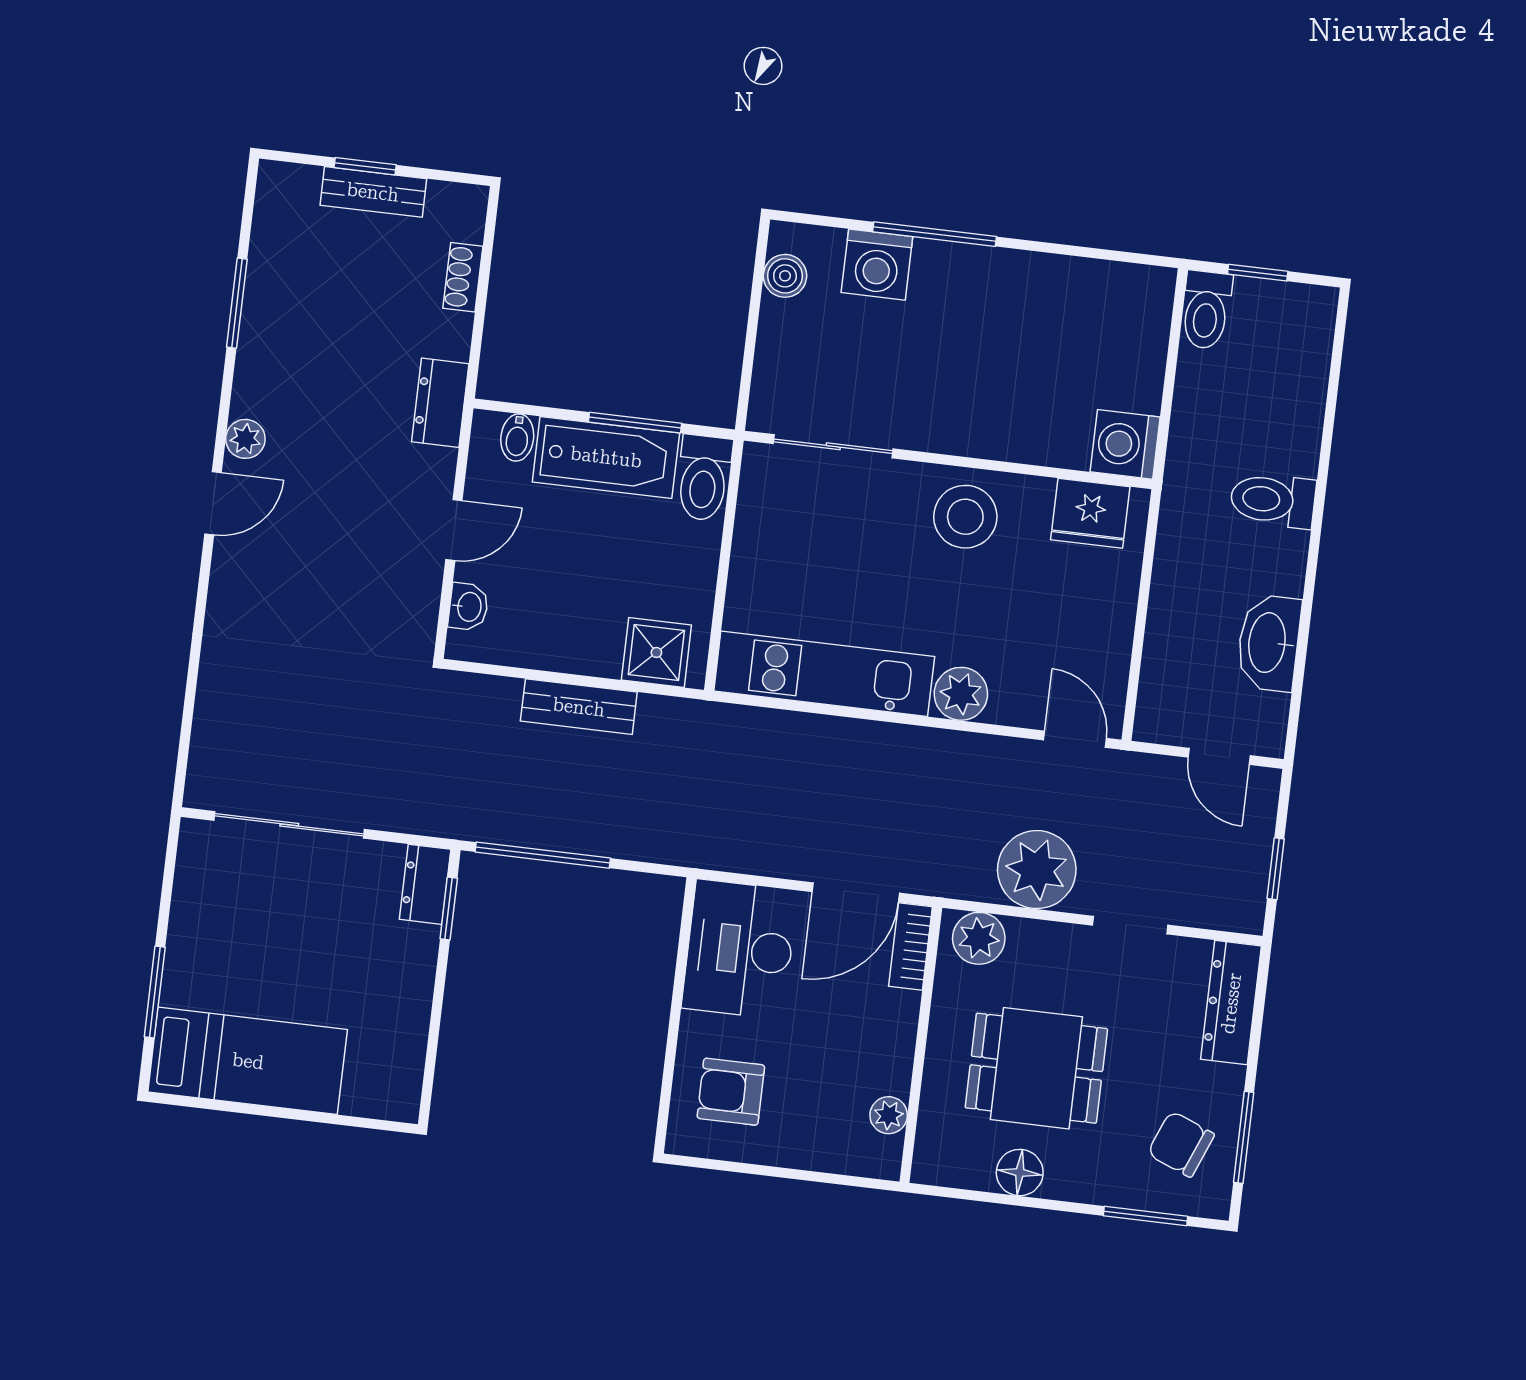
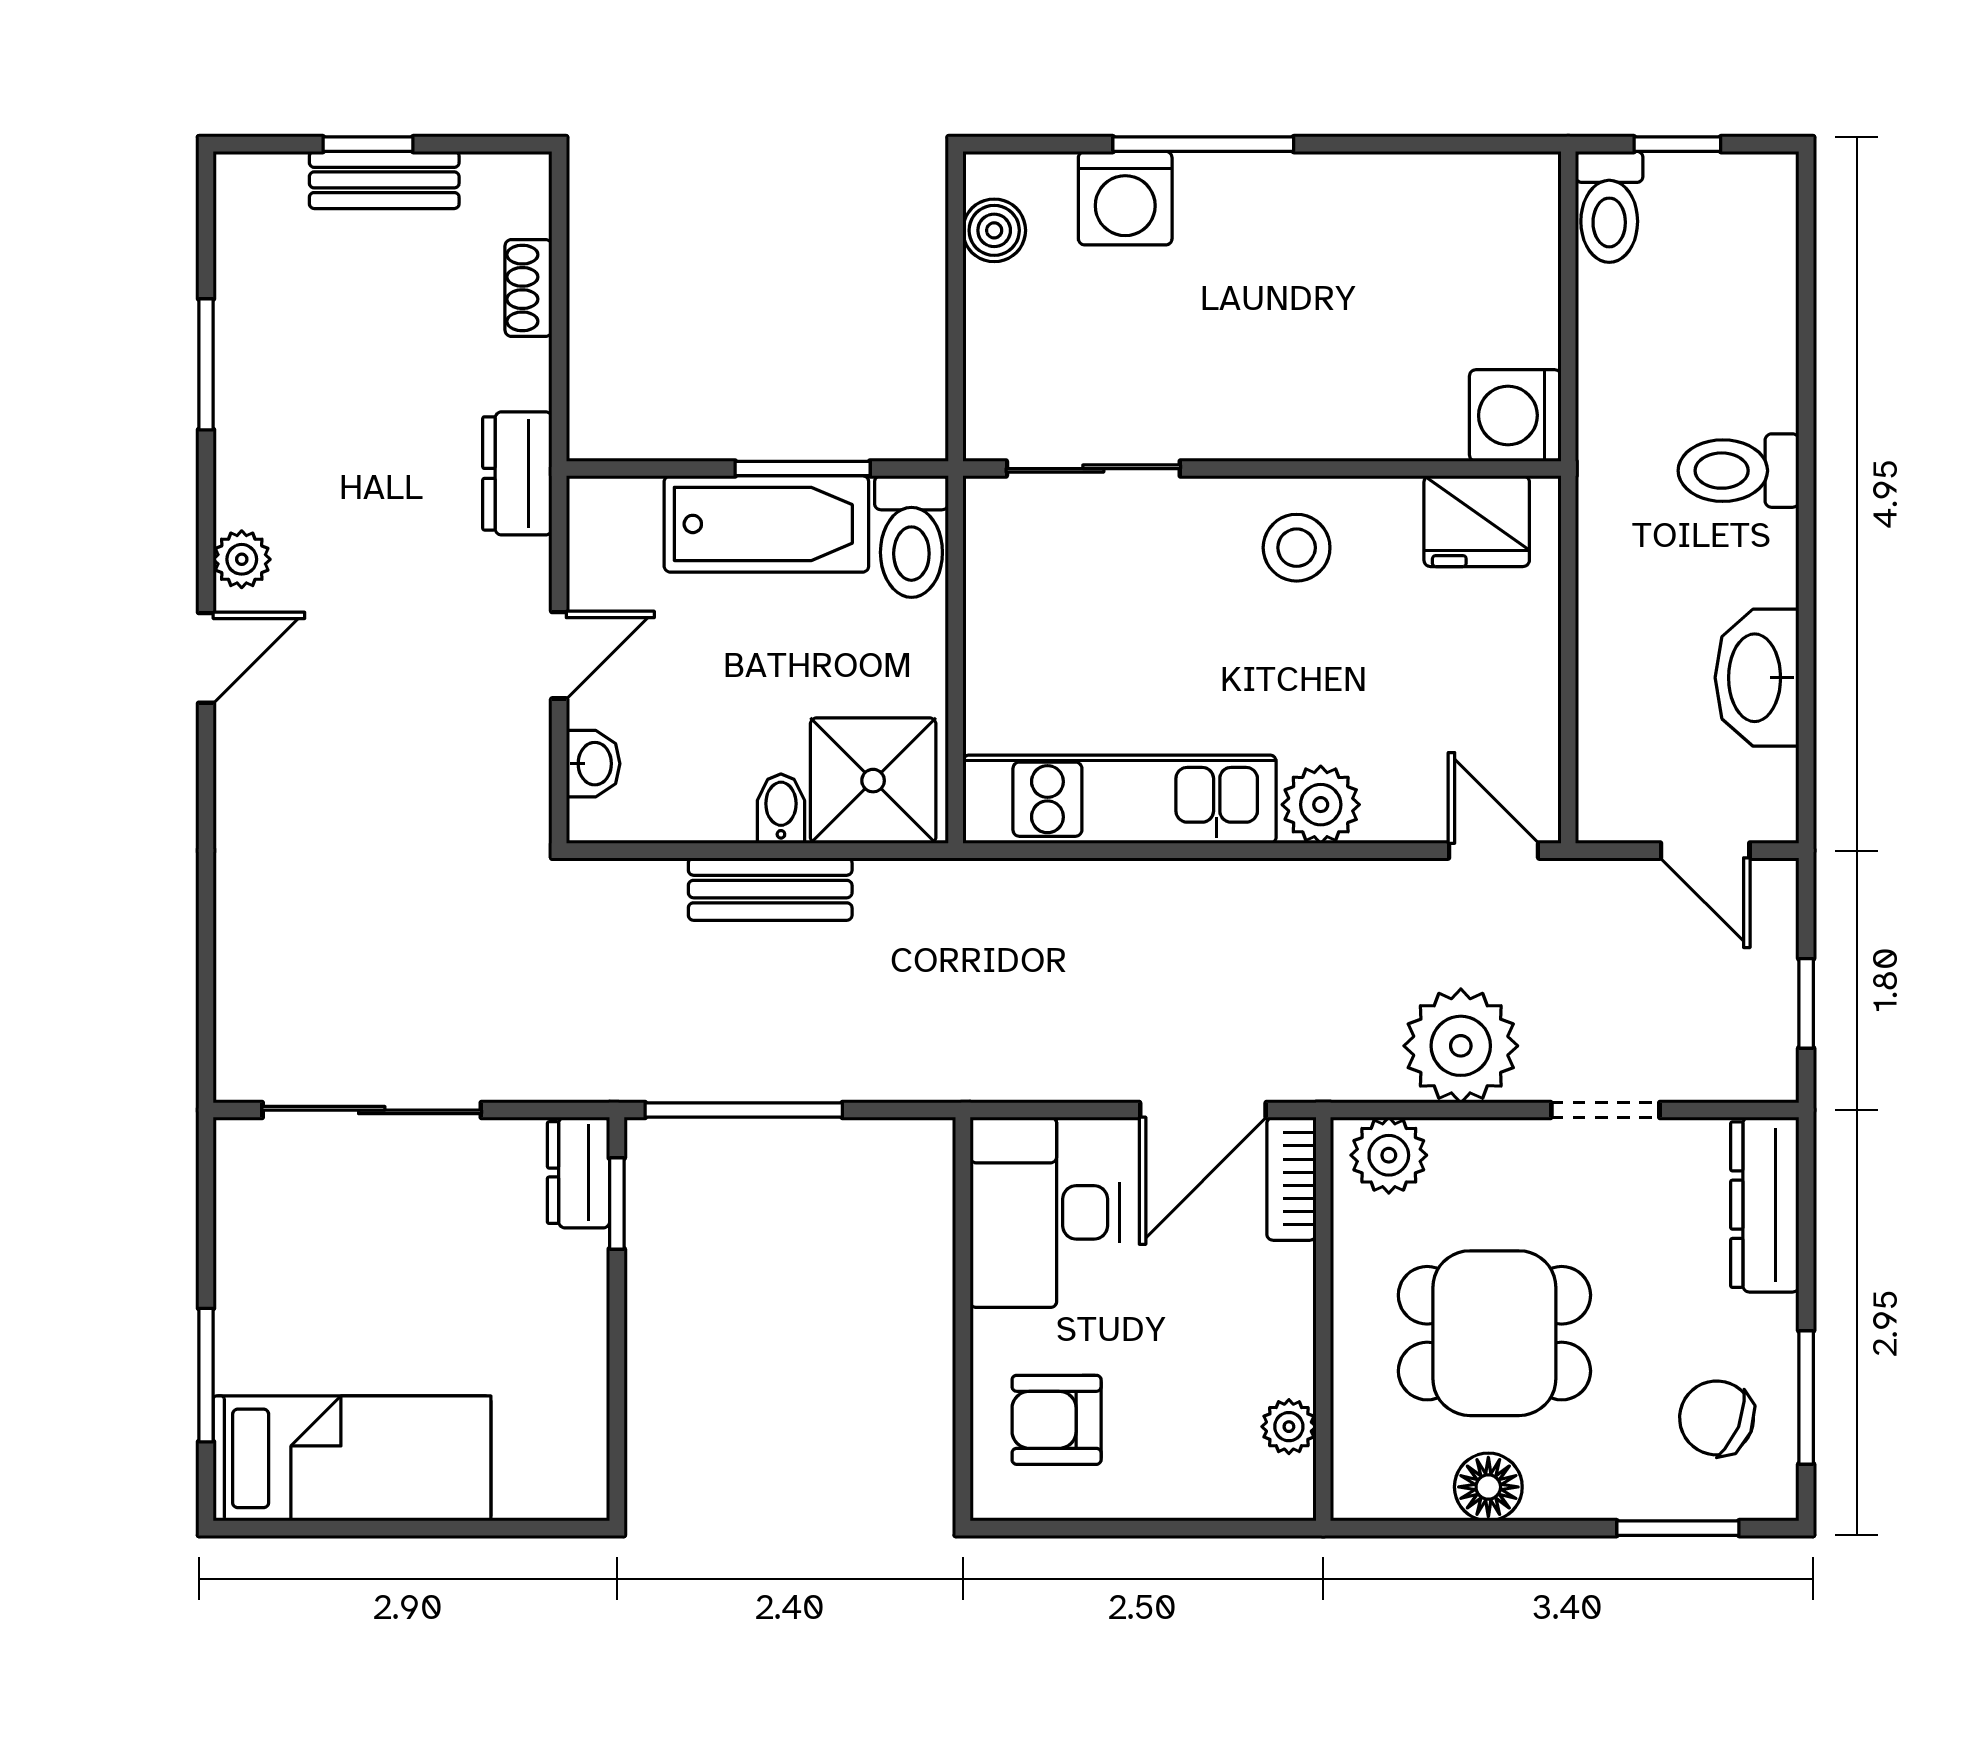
bidet: (517, 438) -> (781, 809), moved, turned 180
stool: (965, 517) -> (1297, 548), width x0.73, depth x0.73
shower: (656, 652) -> (873, 781), width x1.36, depth x1.36

